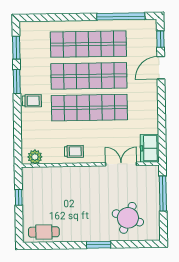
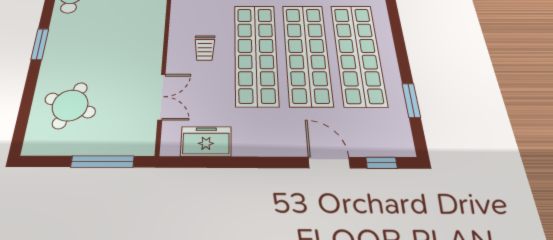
window: (121, 16) -> (411, 100), width x0.47
freezer: (150, 148) -> (206, 141), moved
trolley: (74, 151) -> (205, 48), moved
window: (99, 245) -> (40, 44), moved

